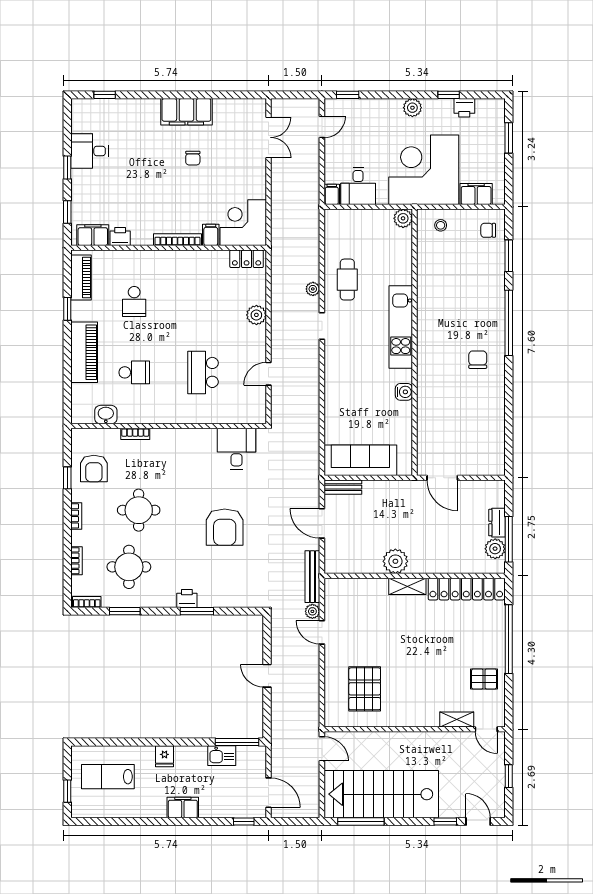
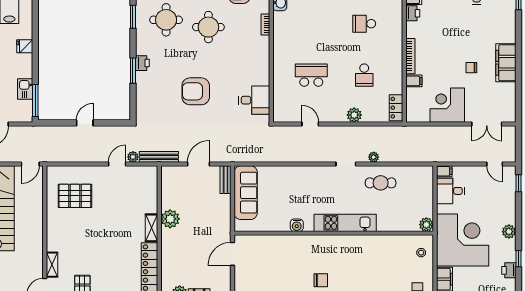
corner desk: (243, 223) -> (447, 105), moved, turned -90
school desk: (134, 372) -> (364, 75), moved

